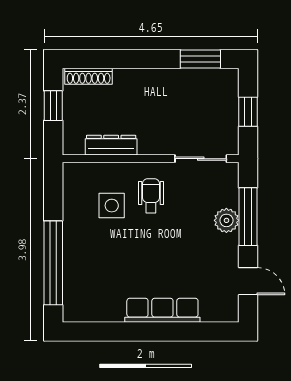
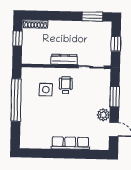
dresser: (111, 145) -> (64, 59), moved
window: (248, 217) -> (115, 97), width x0.69
plant: (226, 220) -> (103, 115), moved
window: (53, 263) -> (16, 100), moved

